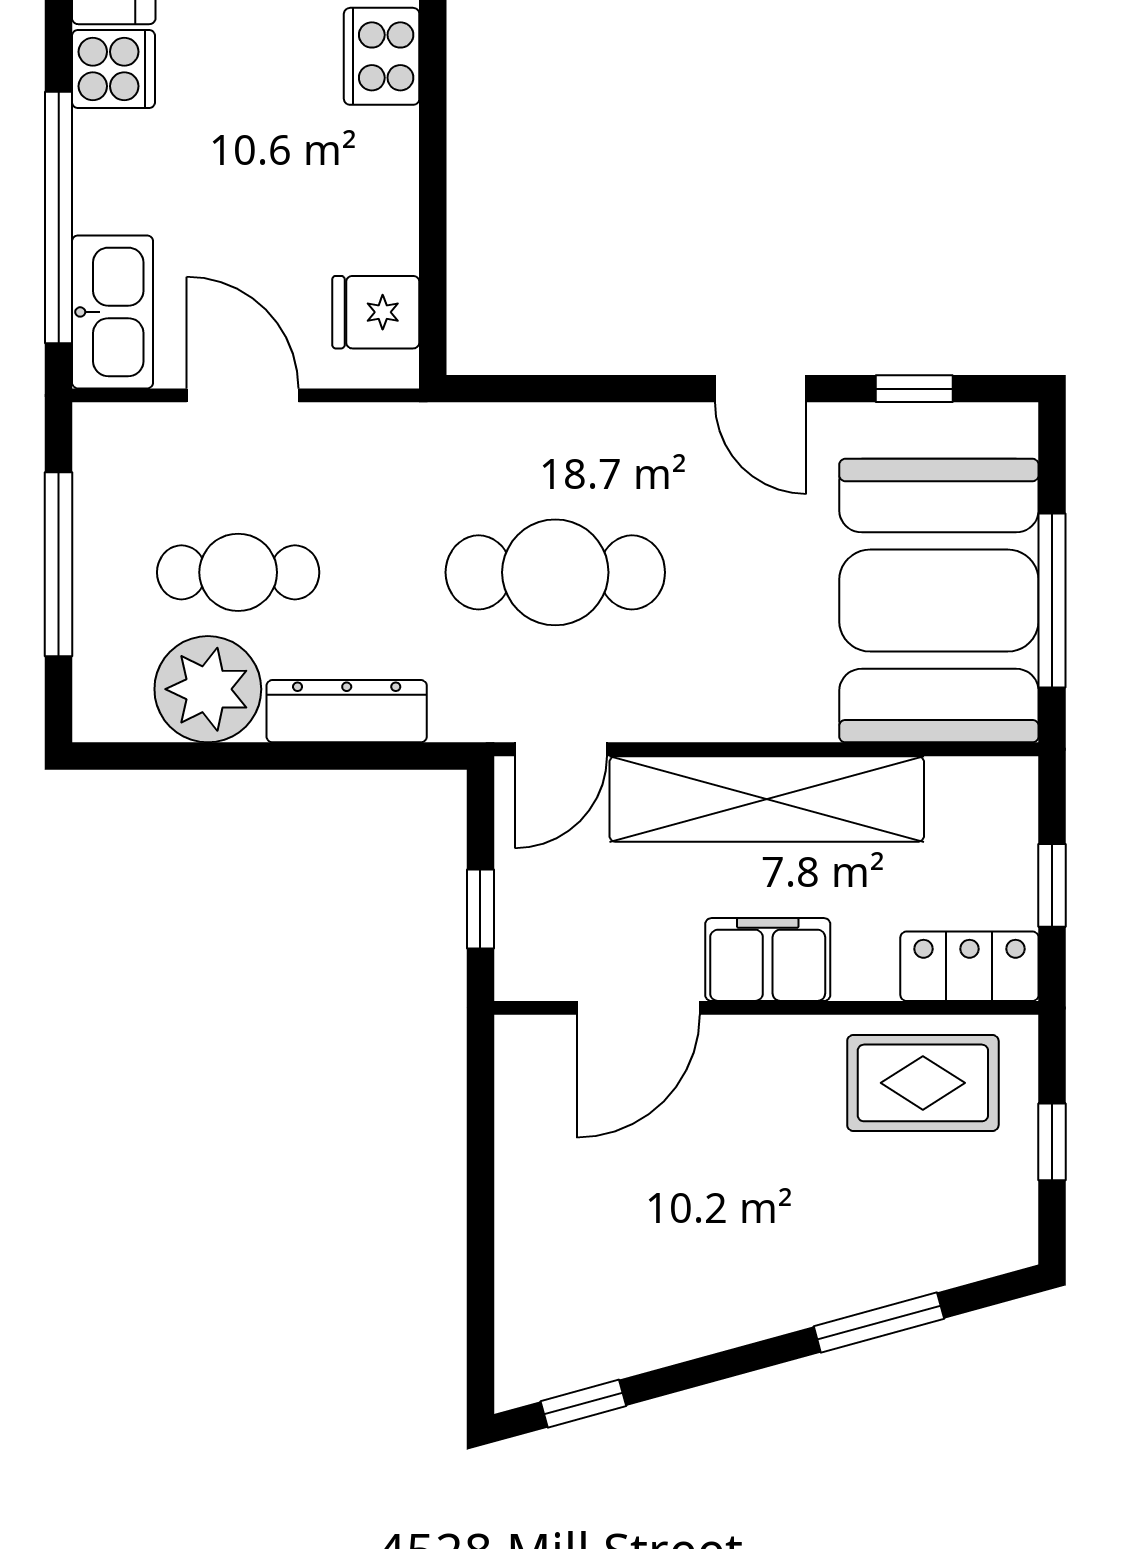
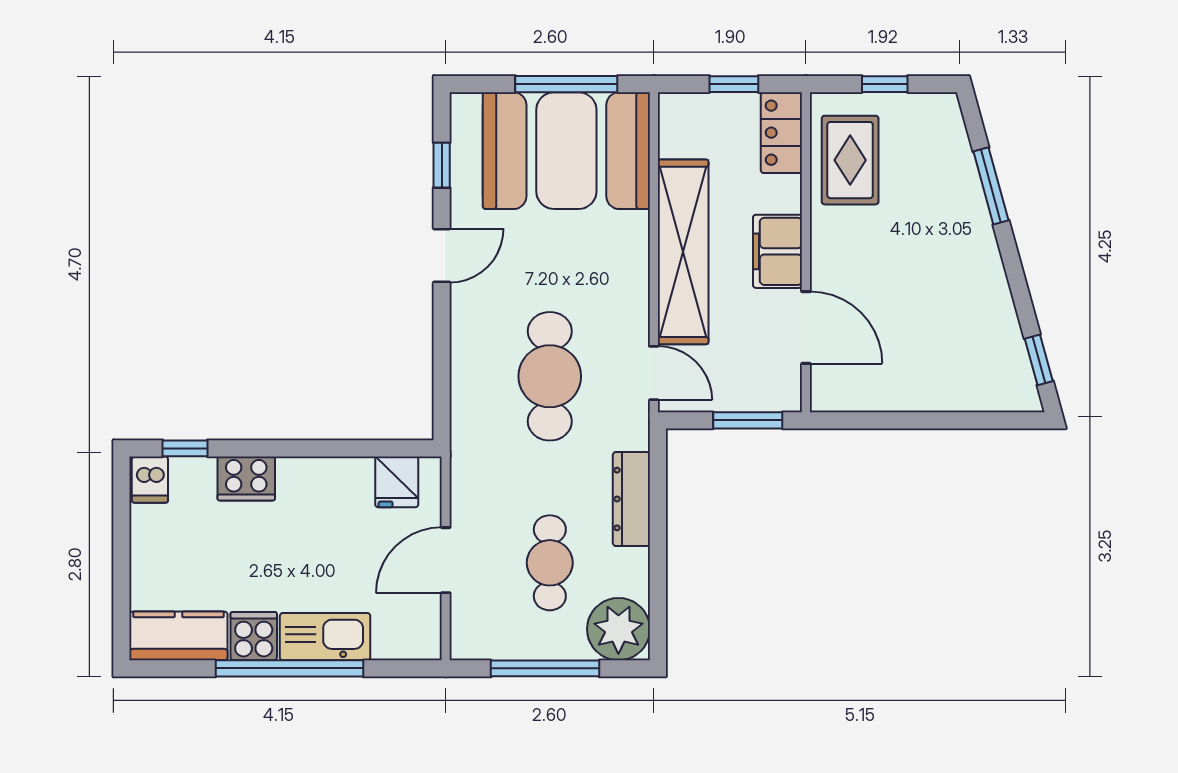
window: (59, 217) -> (289, 668), moved
kitchen sink: (113, 312) -> (325, 637), moved
plant: (208, 689) -> (618, 629), moved
window: (480, 909) -> (748, 420), width x1.50

